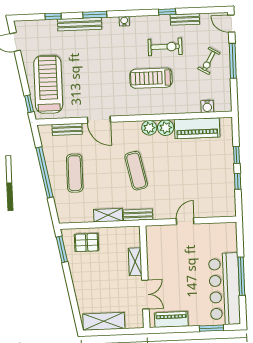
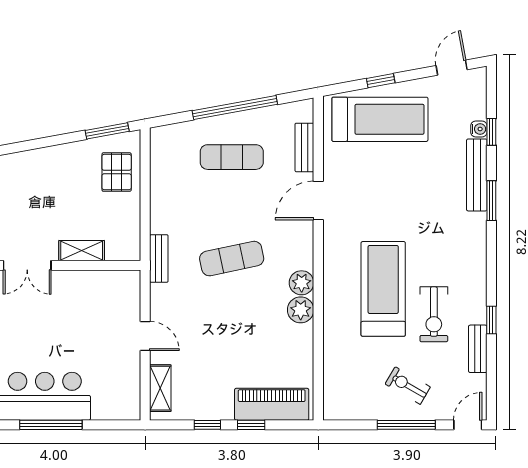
water cooler: (124, 21) -> (479, 129), moved
treadmill: (151, 78) -> (383, 289), width x1.37, depth x1.38
window: (29, 104) -> (381, 81), moved
water cooler: (207, 106) -> (333, 380), removed
piano: (197, 128) -> (272, 404), moved, turned 90
shelving: (108, 215) -> (160, 388), moved

